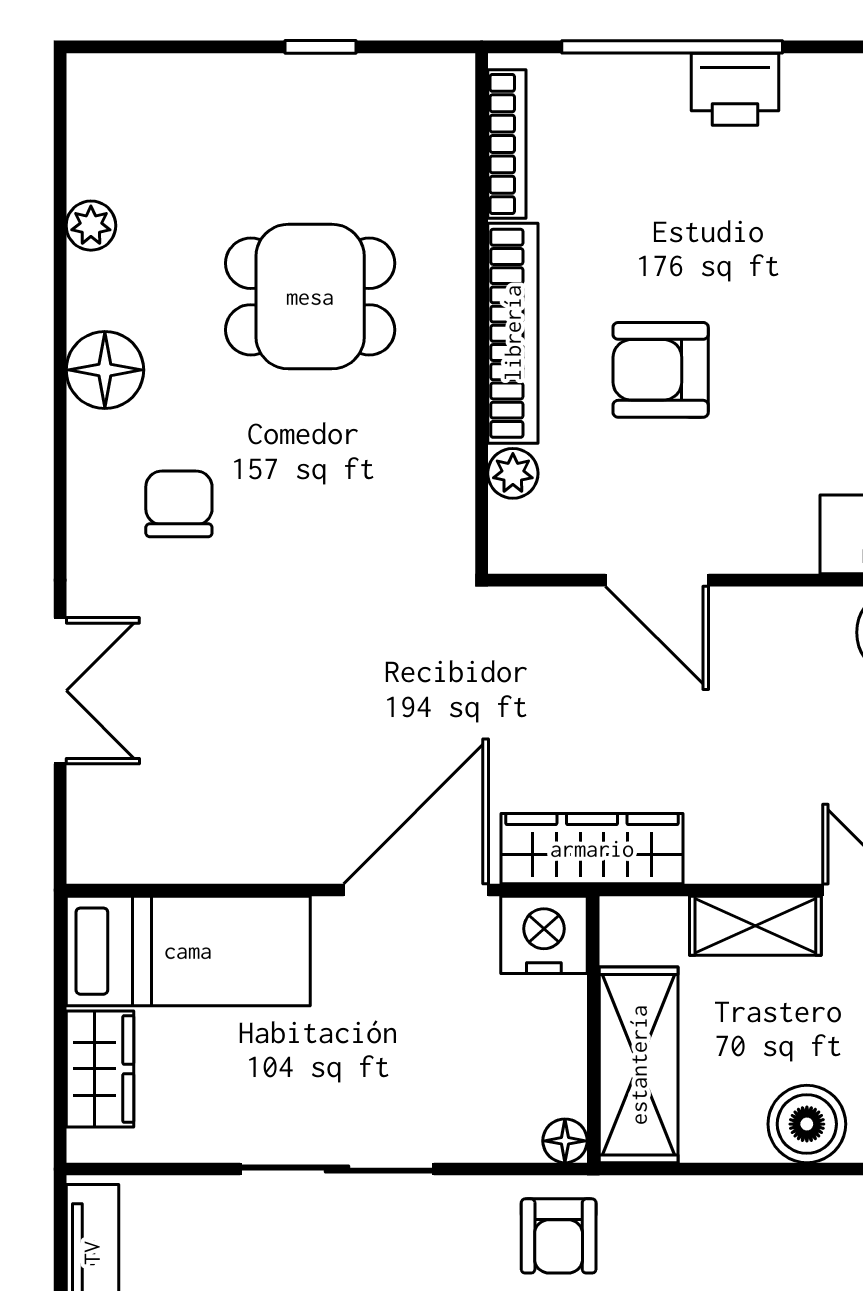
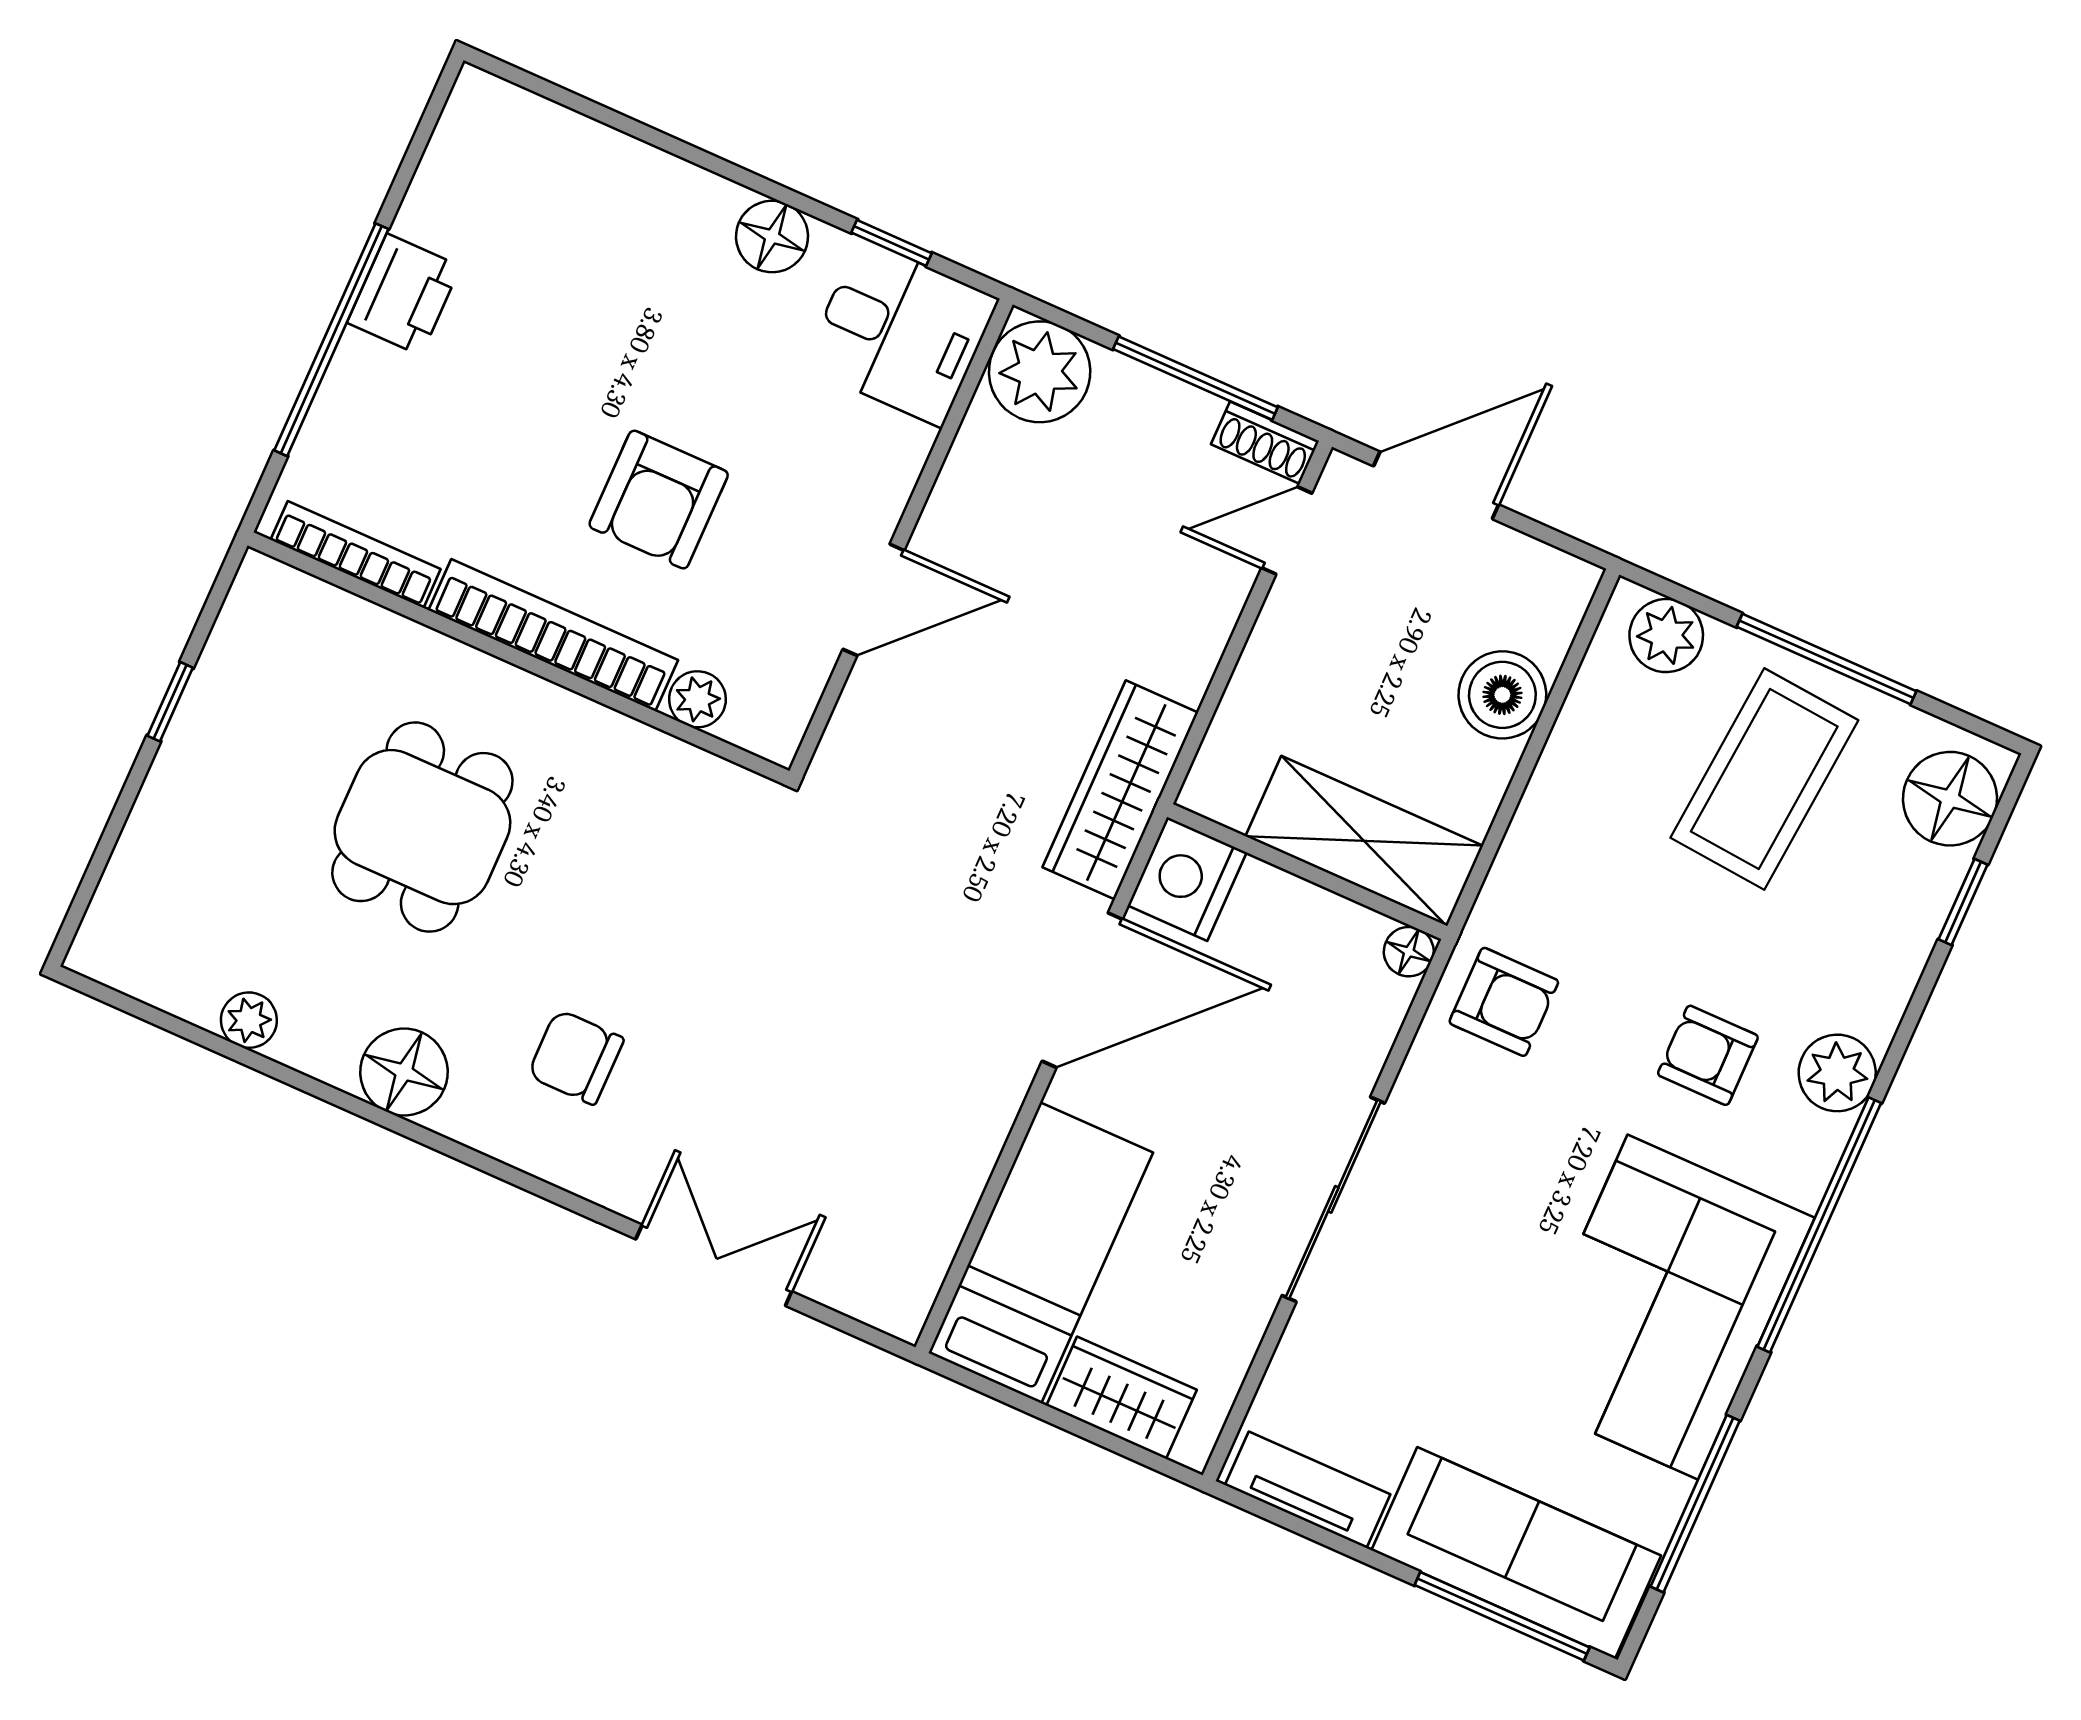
door: (416, 890) -> (1082, 990), swing flipped
shelving: (755, 926) -> (1275, 657), removed

